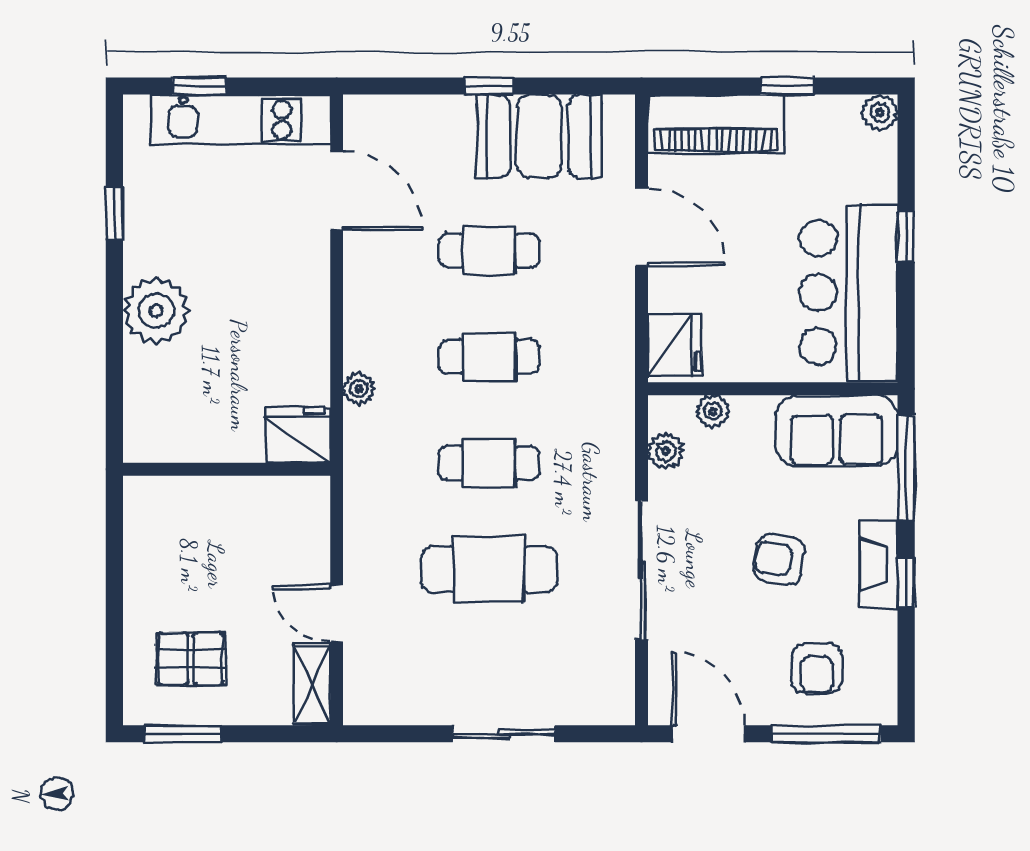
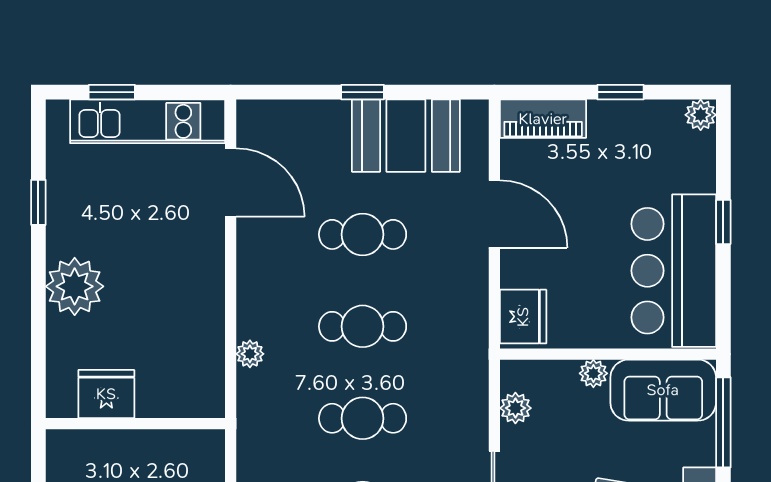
piano: (716, 124) -> (543, 119), width x0.73, depth x0.75
plant: (713, 411) -> (593, 373), moved
fridge: (297, 435) -> (106, 394), moved

